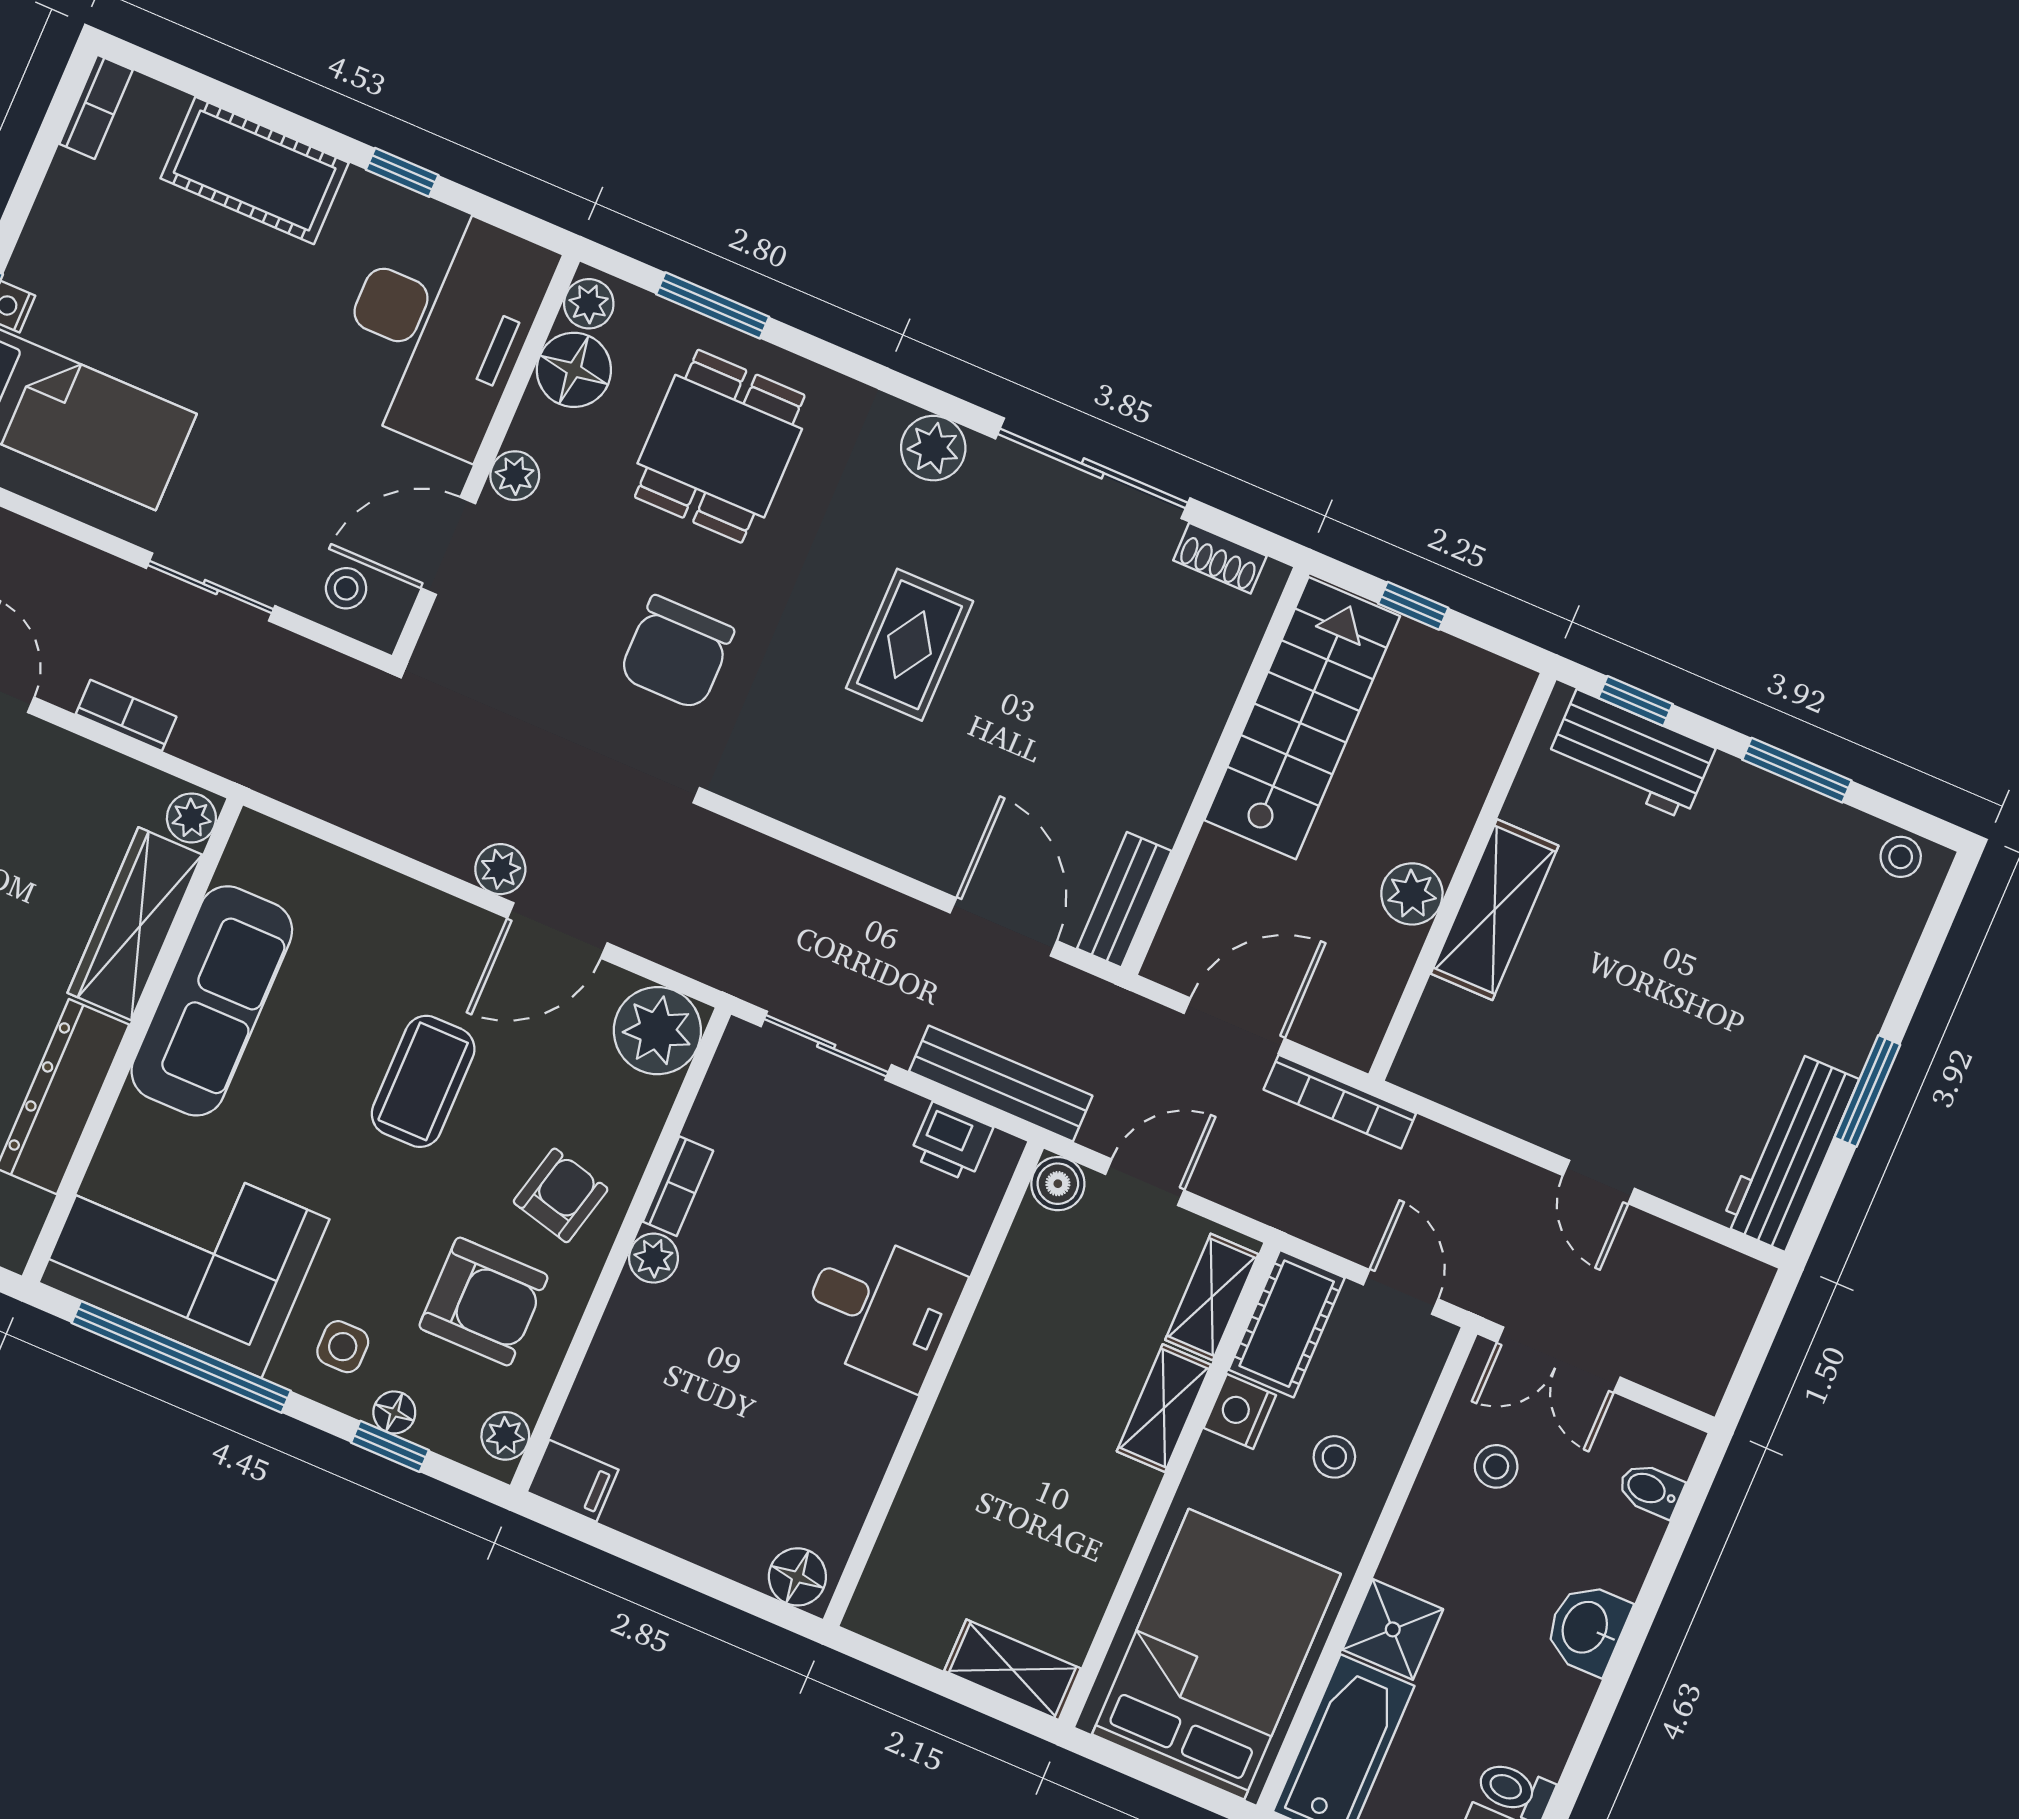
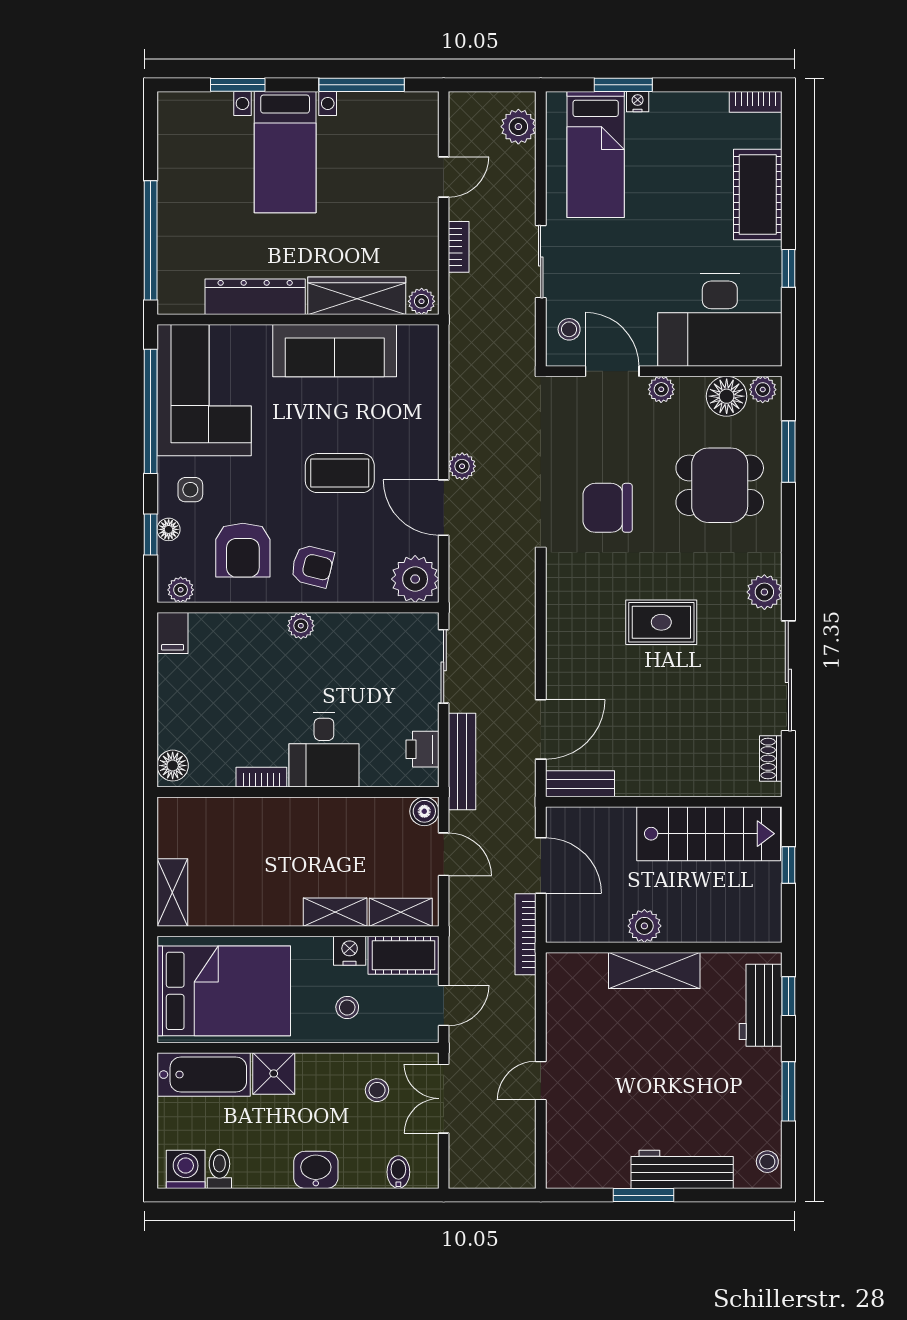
workbench: (1790, 1152) -> (682, 1169), moved
bookcase: (678, 1186) -> (261, 777), moved, turned 180

